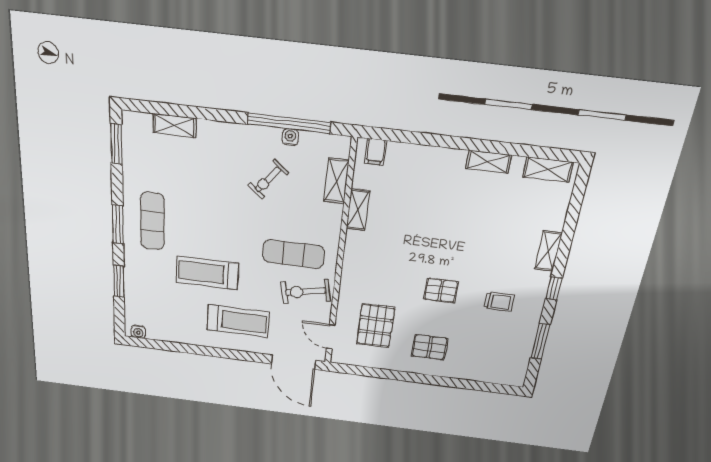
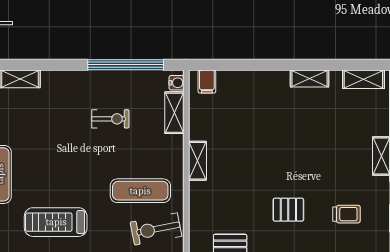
water cooler: (290, 137) -> (176, 83), moved, turned 90
exercise bike: (268, 179) -> (110, 119), turned -130
shelving: (358, 210) -> (197, 161), moved

